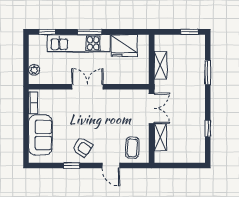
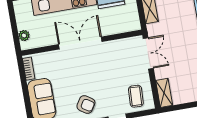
double door: (87, 87) -> (80, 43), width x1.37
shelving: (160, 137) -> (164, 93), moved

